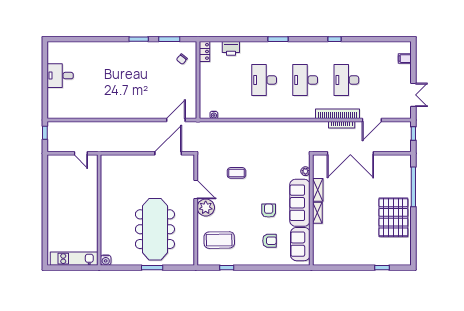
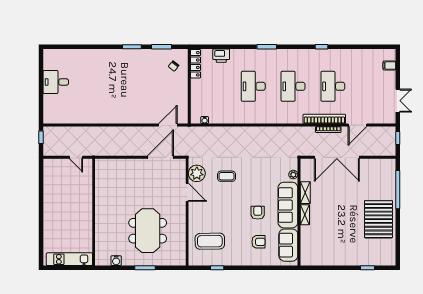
locker: (204, 51) -> (196, 64), width x1.53
plant: (206, 208) -> (197, 173), moved
meeting table: (155, 229) -> (148, 231), width x0.73
water cooler: (106, 260) -> (116, 261), moved

